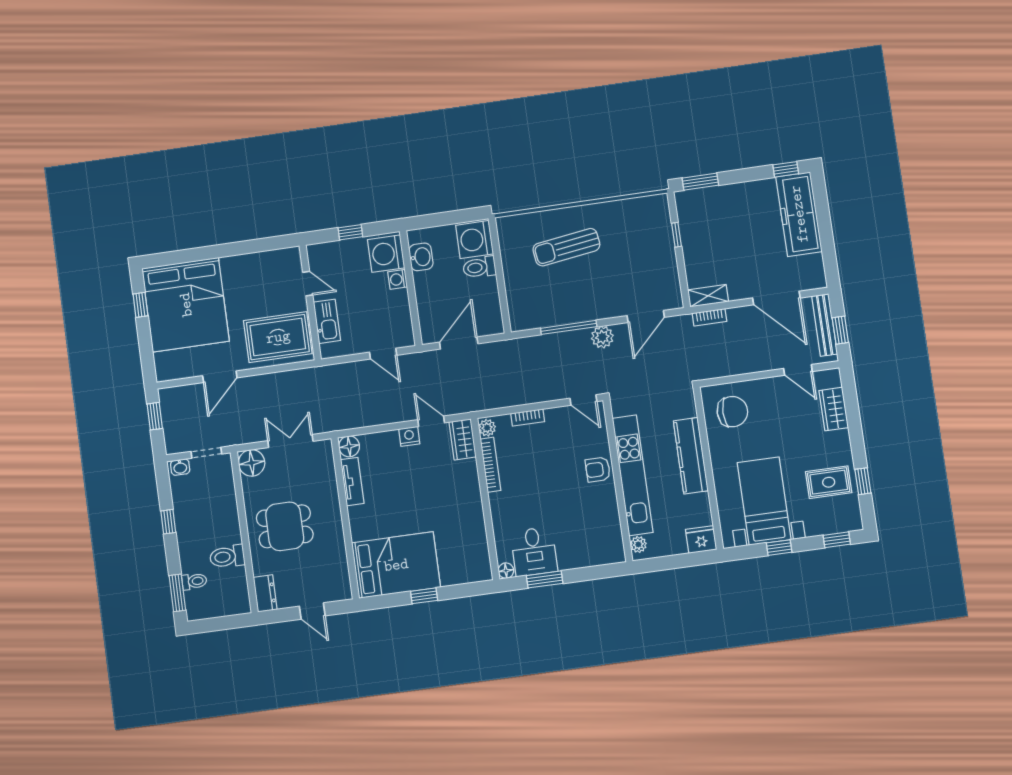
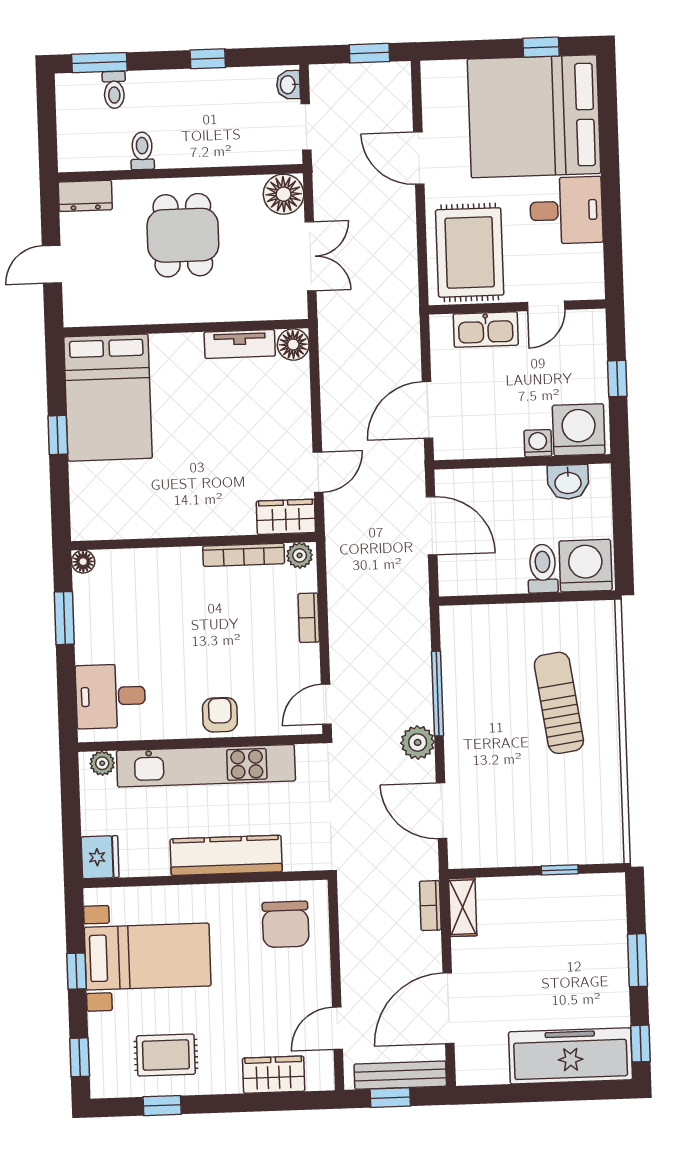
window: (700, 182) -> (638, 960), moved
desk: (244, 277) -> (566, 210), added
door: (383, 354) -> (428, 410), width x1.38
nightstand: (409, 436) -> (299, 437), removed
rug: (829, 482) -> (166, 1055), turned 90
desk: (534, 551) -> (111, 696), moved
toilet: (227, 557) -> (142, 151), width x0.73, depth x0.72

